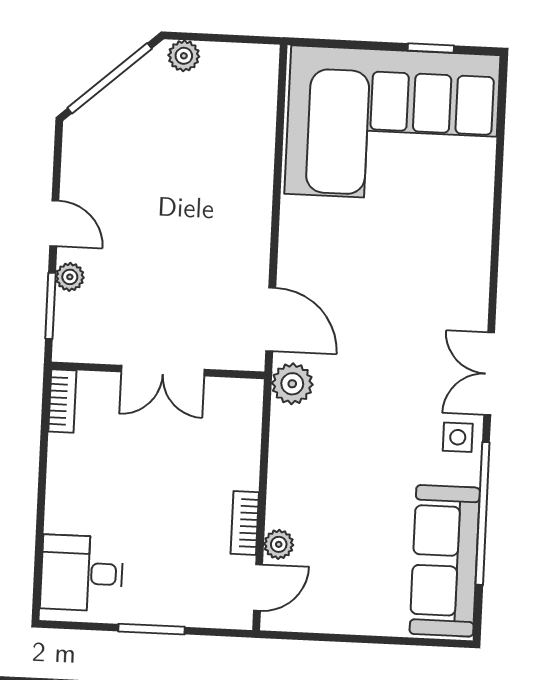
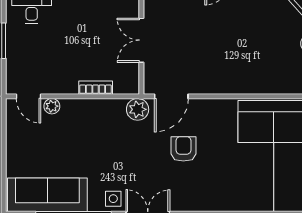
armchair: (371, 301) -> (183, 149), added
bookcase: (245, 523) -> (96, 88), moved

